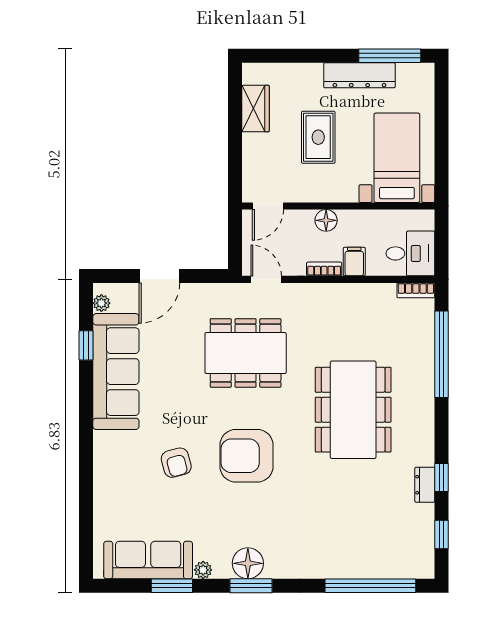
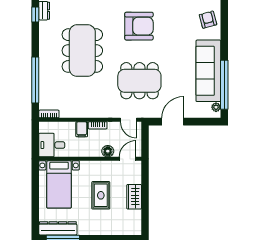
dresser: (359, 75) -> (58, 228), moved
wardrobe: (256, 109) -> (134, 197), moved
floor lamp: (326, 220) -> (108, 151), moved
desk: (410, 253) -> (52, 145), moved
door: (159, 276) -> (173, 122), moved
window: (86, 345) -> (224, 85), width x3.17
armchair: (176, 463) -> (208, 20), moved

